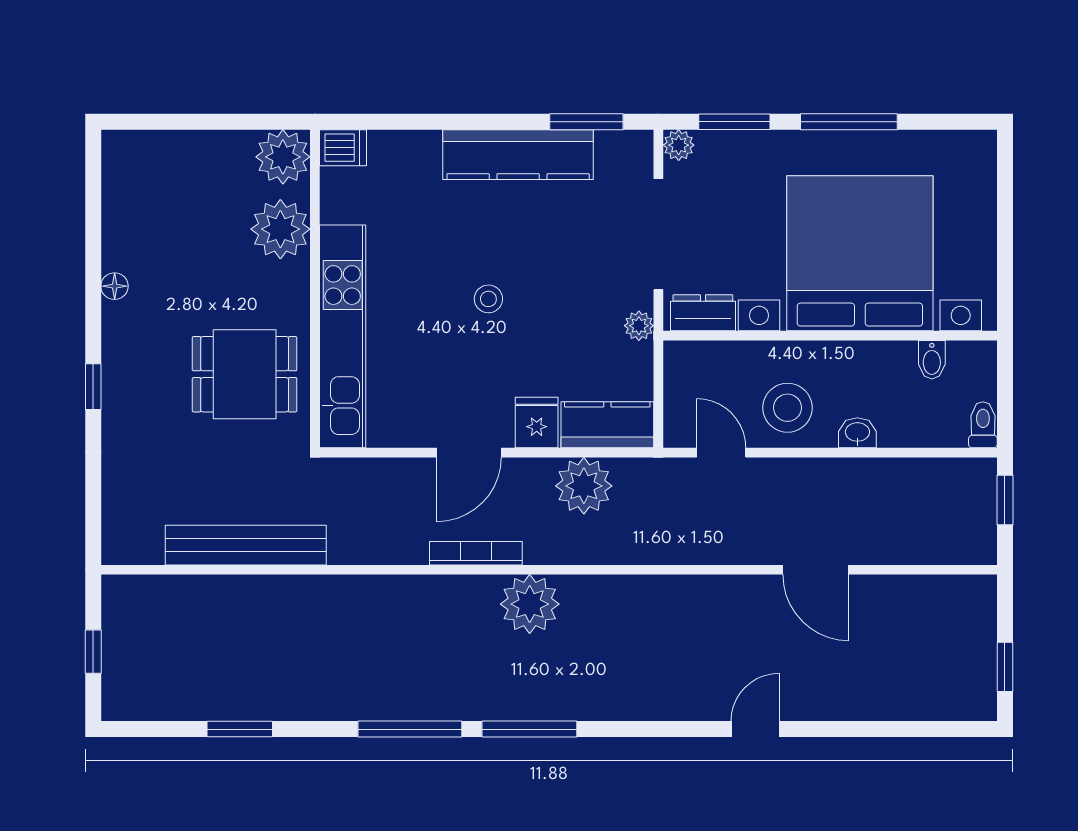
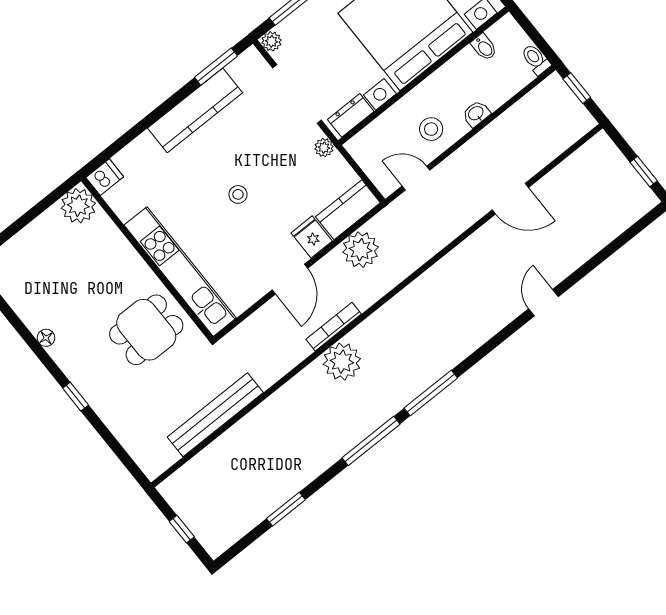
plant: (280, 229) -> (106, 243), removed
stool: (787, 408) -> (431, 129), width x0.73, depth x0.73
plant: (530, 604) -> (342, 362), moved

